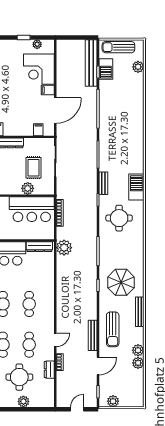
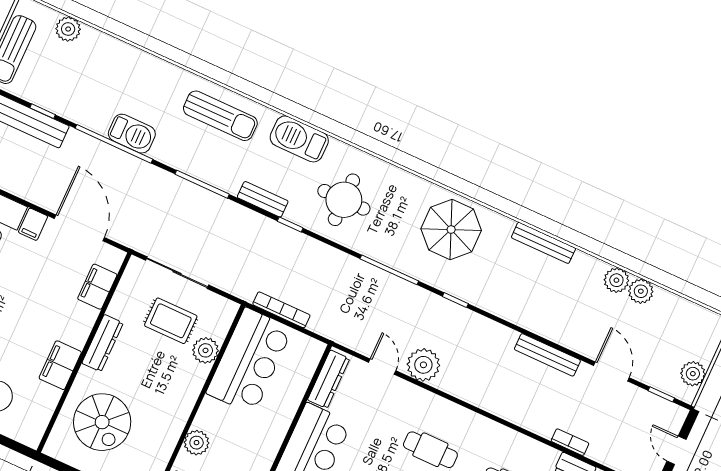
barbecue: (106, 69) -> (132, 134), moved
filing cabinet: (38, 130) -> (97, 287), width x2.00
plant: (64, 248) -> (423, 365), moved
parasol: (121, 282) -> (451, 230), moved
sun lounger: (113, 329) -> (220, 116), moved
door: (55, 340) -> (382, 367), moved

